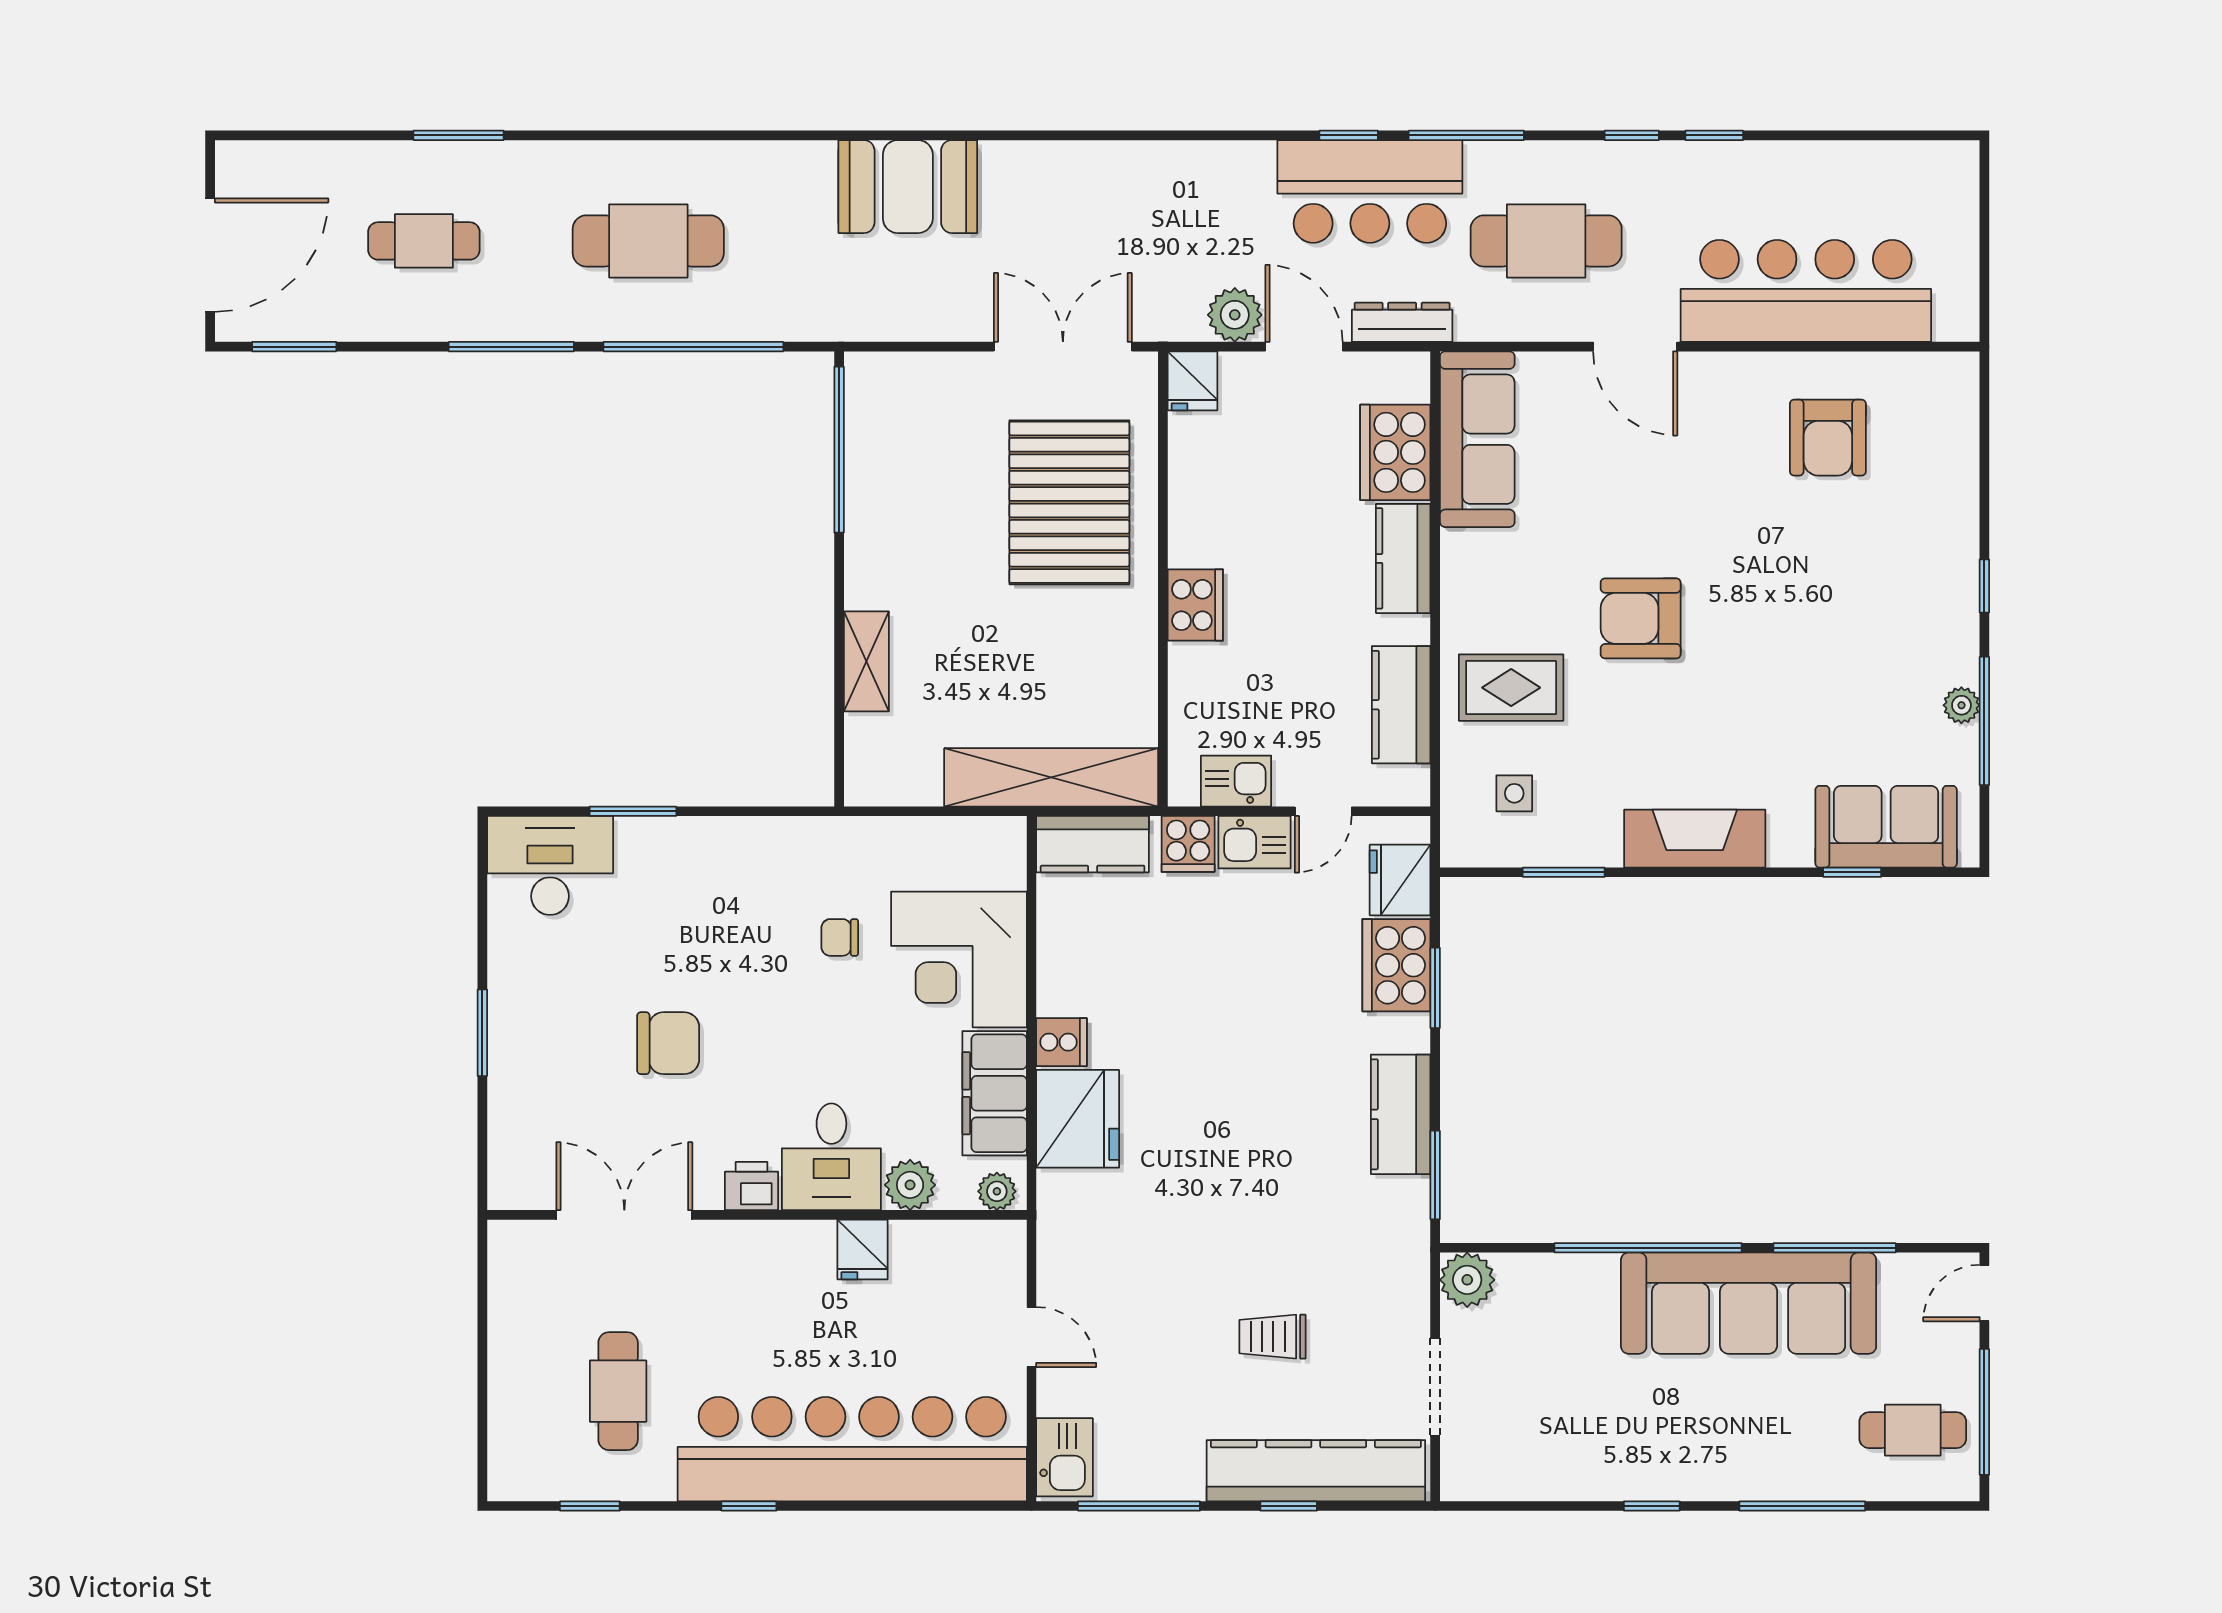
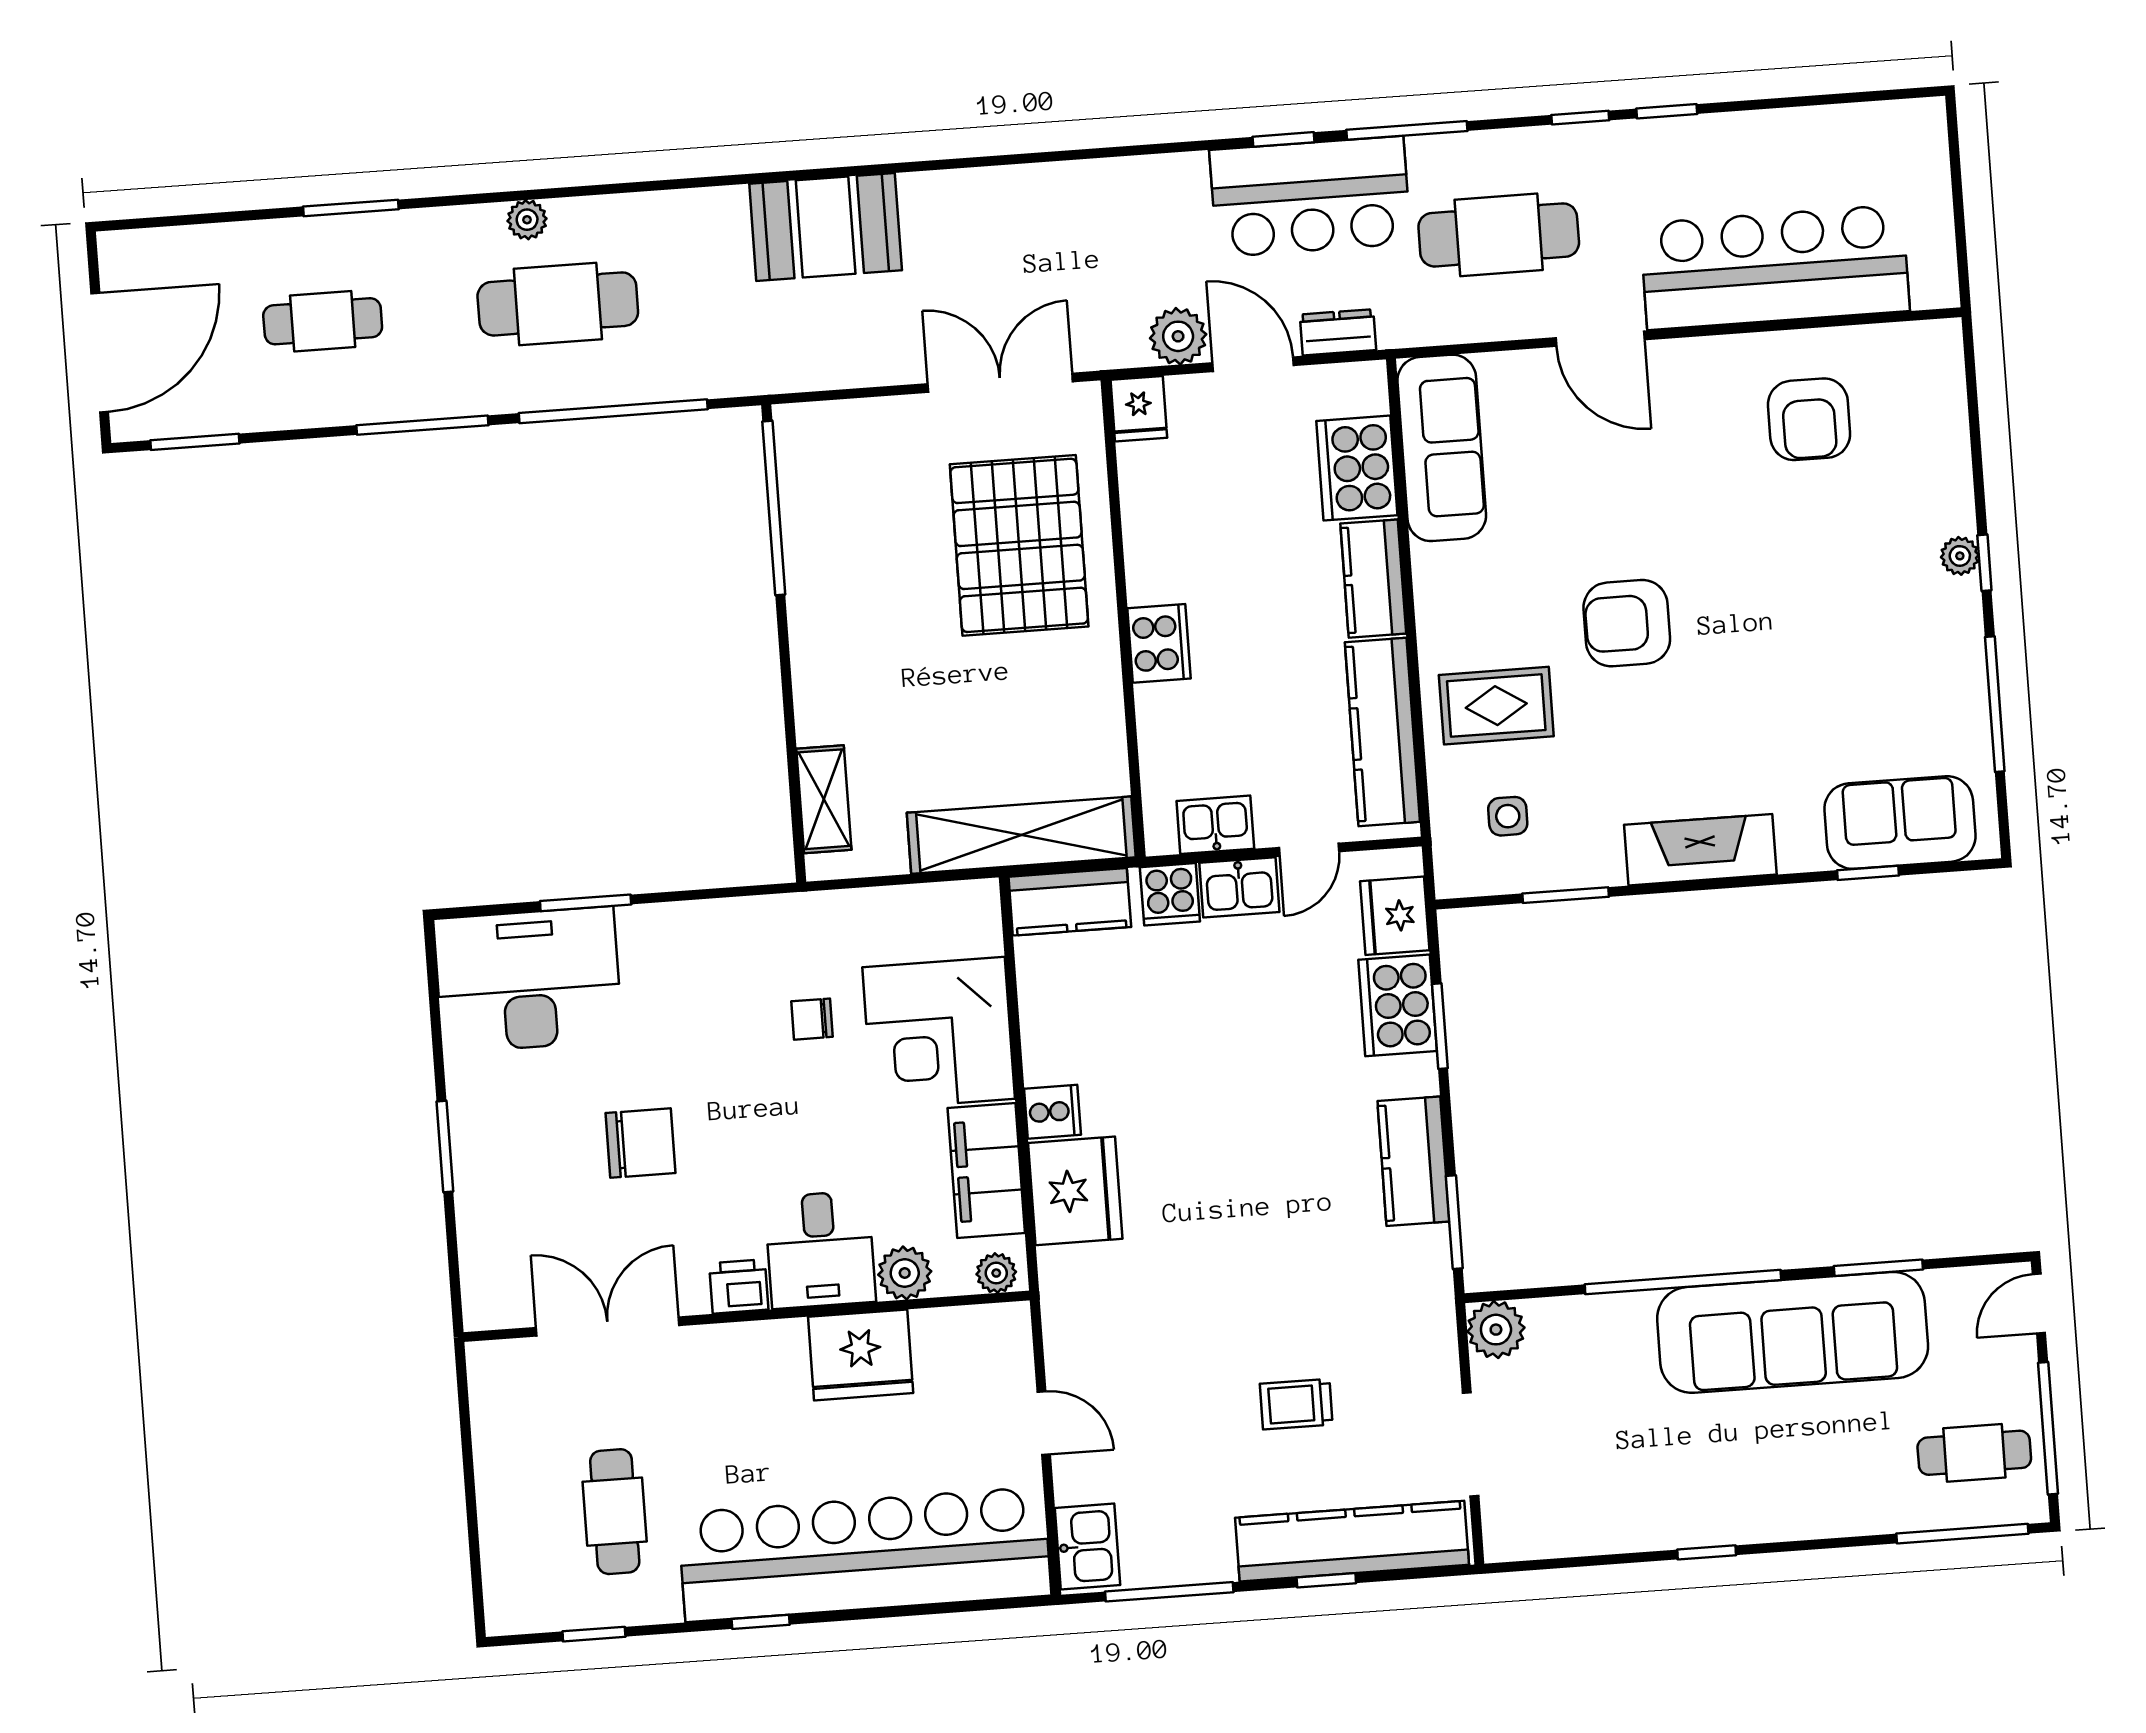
plant: (625, 159) -> (527, 220), added
dresser: (1402, 322) -> (1338, 332), width x0.70
shelving: (866, 661) -> (824, 799), moved
kitchen counter: (1401, 705) -> (1382, 732), width x1.50
plant: (1961, 705) -> (1960, 556), moved
desk: (550, 865) -> (528, 980), width x1.36, depth x1.30
window: (1835, 1248) -> (1878, 1268), width x0.69
fridge: (862, 1250) -> (861, 1355), width x1.88, depth x1.34
window: (1802, 1506) -> (1962, 1534), moved

